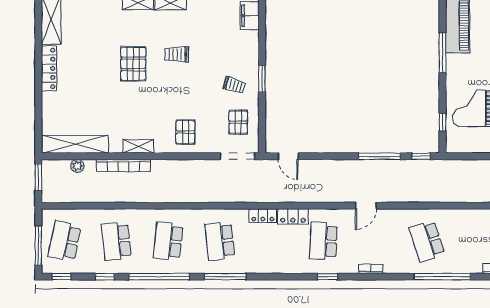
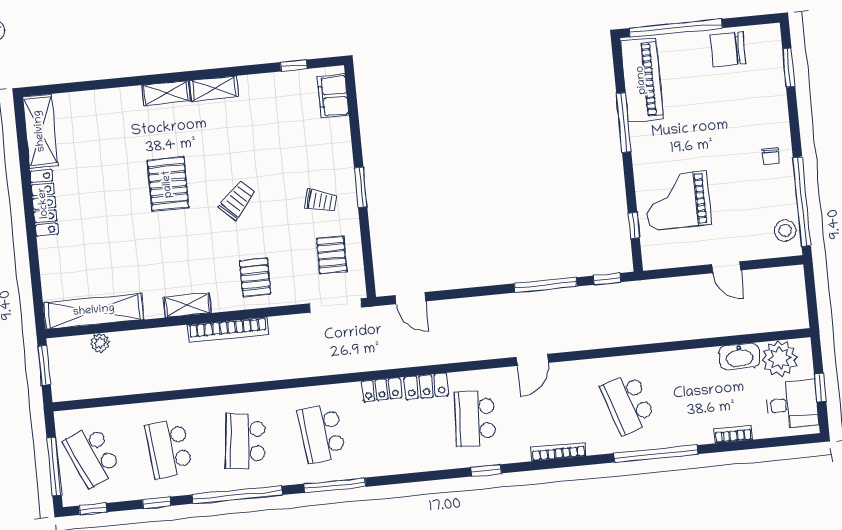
trolley: (177, 54) -> (237, 201), moved, turned 133
bookcase: (123, 165) -> (228, 330), moved
school desk: (65, 241) -> (92, 456), turned -36
bookcase: (371, 269) -> (559, 452), width x1.56

